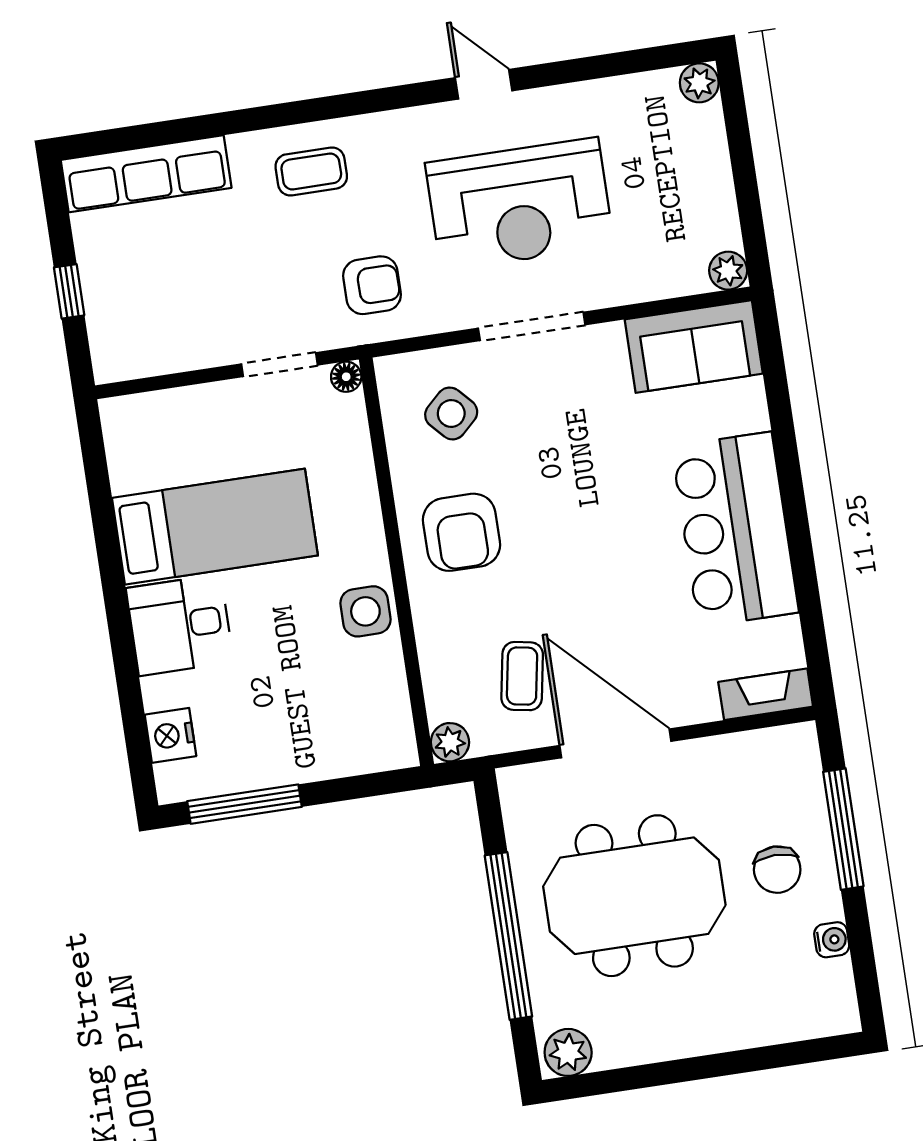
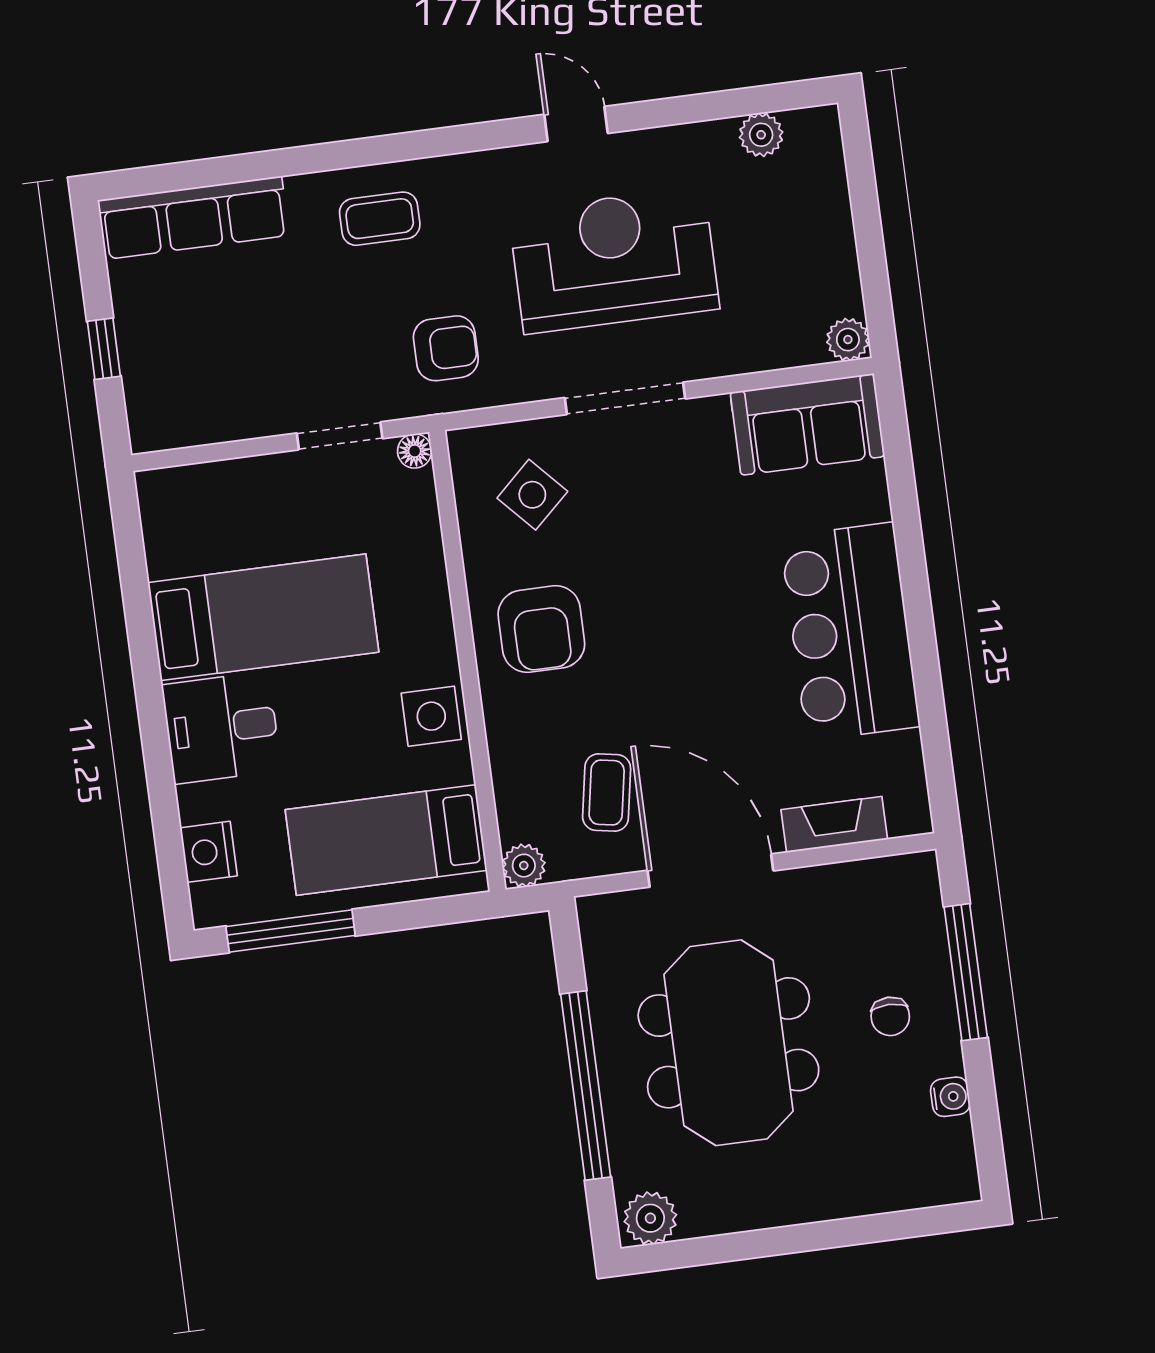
plant: (699, 83) -> (761, 135), moved
reception desk: (520, 204) -> (614, 260), turned 180
fireplace: (766, 694) -> (834, 824), moved
bed: (327, 722) -> (386, 840), added
chair: (777, 870) -> (890, 1016), width x0.73, depth x0.73
meeting table: (634, 896) -> (728, 1043), turned 90

